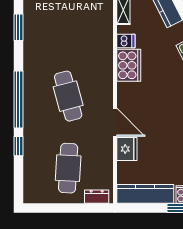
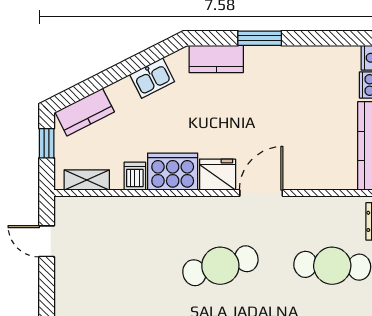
fridge: (127, 149) -> (218, 175), moved

